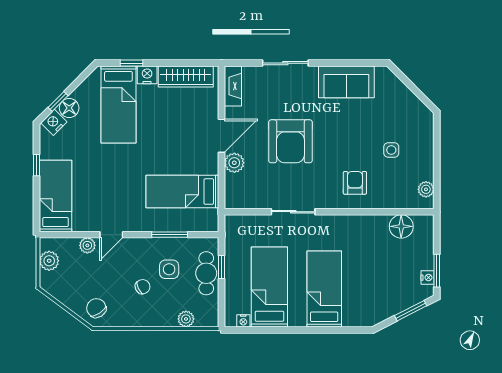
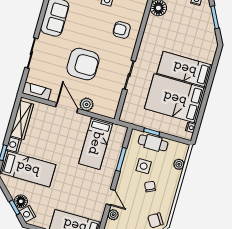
bed: (269, 287) -> (175, 99), width x1.50

